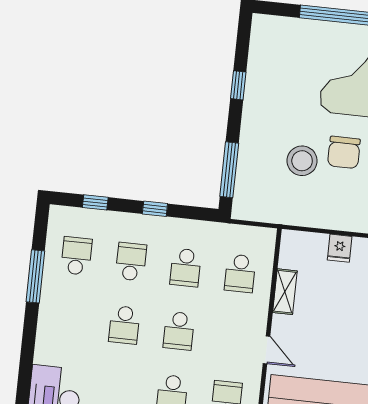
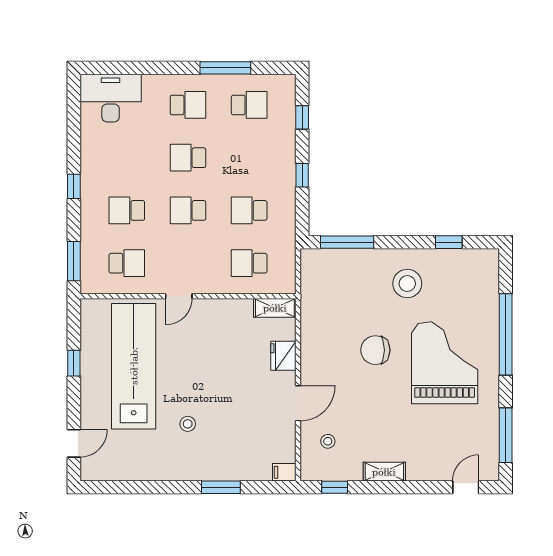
window: (238, 85) -> (449, 242), moved
stool: (302, 161) -> (407, 284), moved
fridge: (340, 248) -> (283, 356), width x1.38
school desk: (131, 262) -> (188, 105), moved
shelving: (285, 292) -> (275, 308), moved

